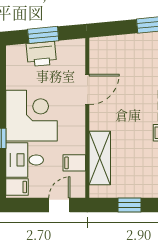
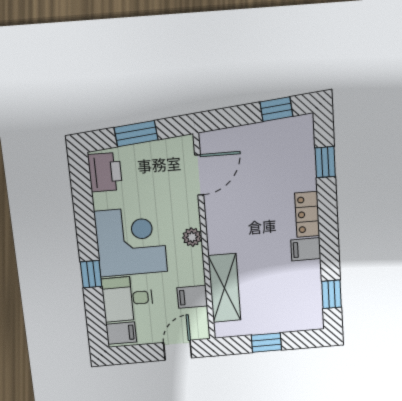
printer: (41, 54) -> (105, 172), moved, turned -85
door: (87, 89) -> (199, 175), moved
plant: (78, 116) -> (192, 237), added

